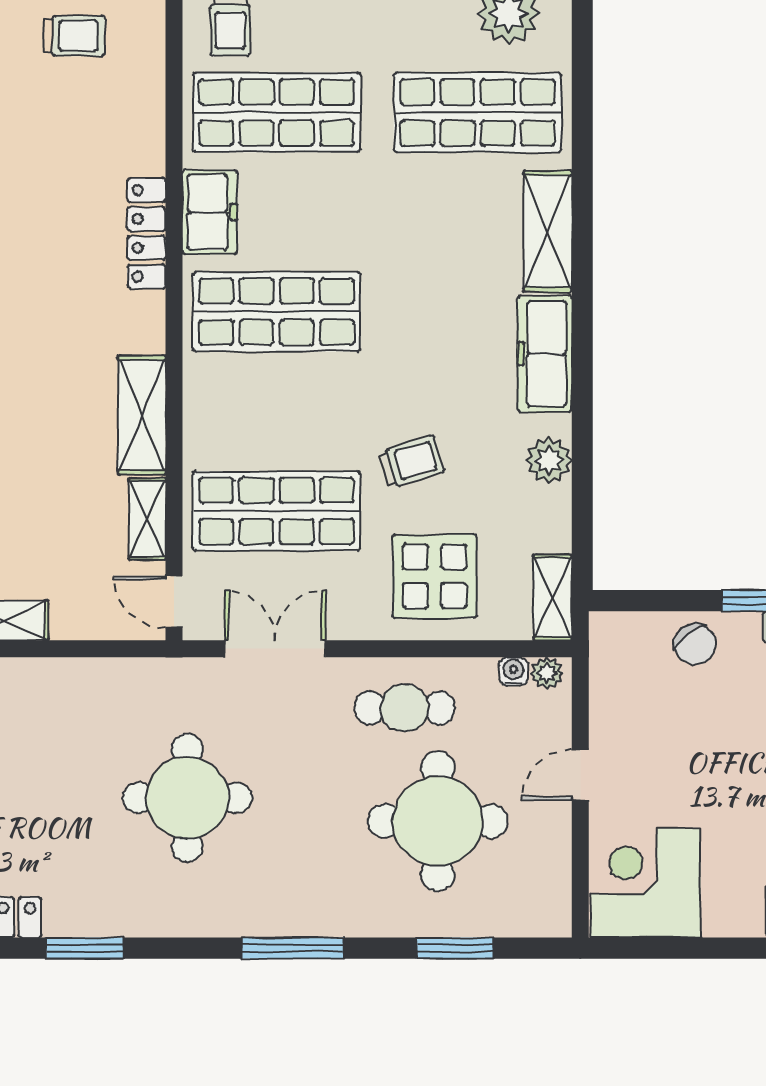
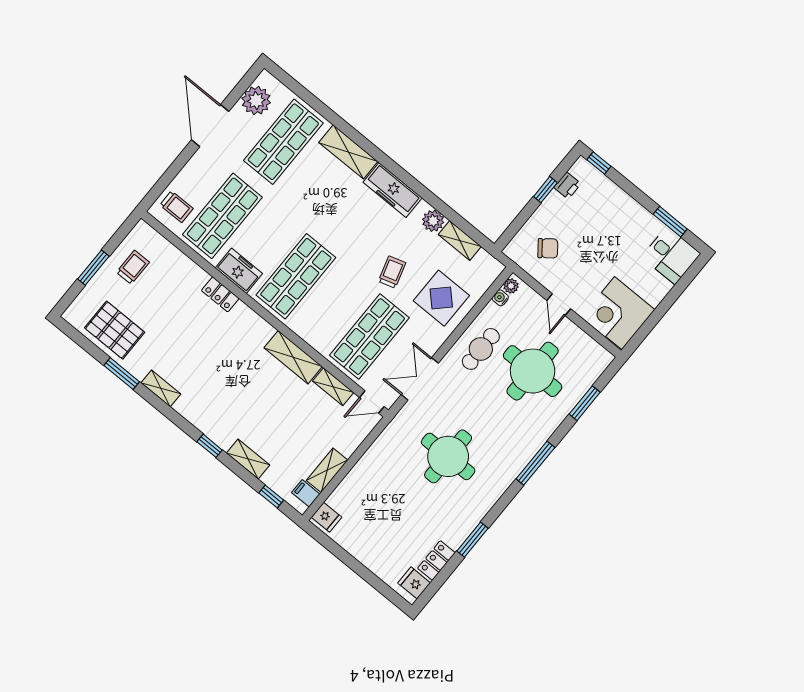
locker: (146, 233) -> (220, 294), width x0.66
shelving: (553, 598) -> (460, 240), moved
chair: (695, 644) -> (548, 248), moved

